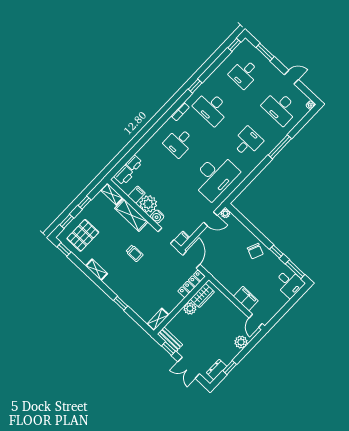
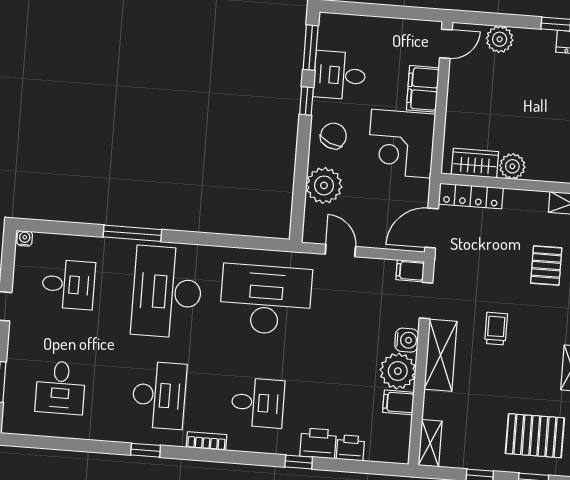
window: (234, 45) -> (299, 462), moved
desk: (244, 73) -> (60, 388), turned 90
desk: (280, 108) -> (68, 284), width x0.73
desk: (247, 142) -> (167, 292), width x1.87, depth x1.30
printer: (124, 175) -> (318, 443), moved
plant: (225, 213) -> (324, 185), moved, width x1.88, depth x1.88
shelving: (131, 215) -> (441, 355), moved
corner desk: (232, 274) -> (401, 144), added
desk: (289, 283) -> (340, 75), moved, turned -90
pallet: (143, 291) -> (546, 265), added

